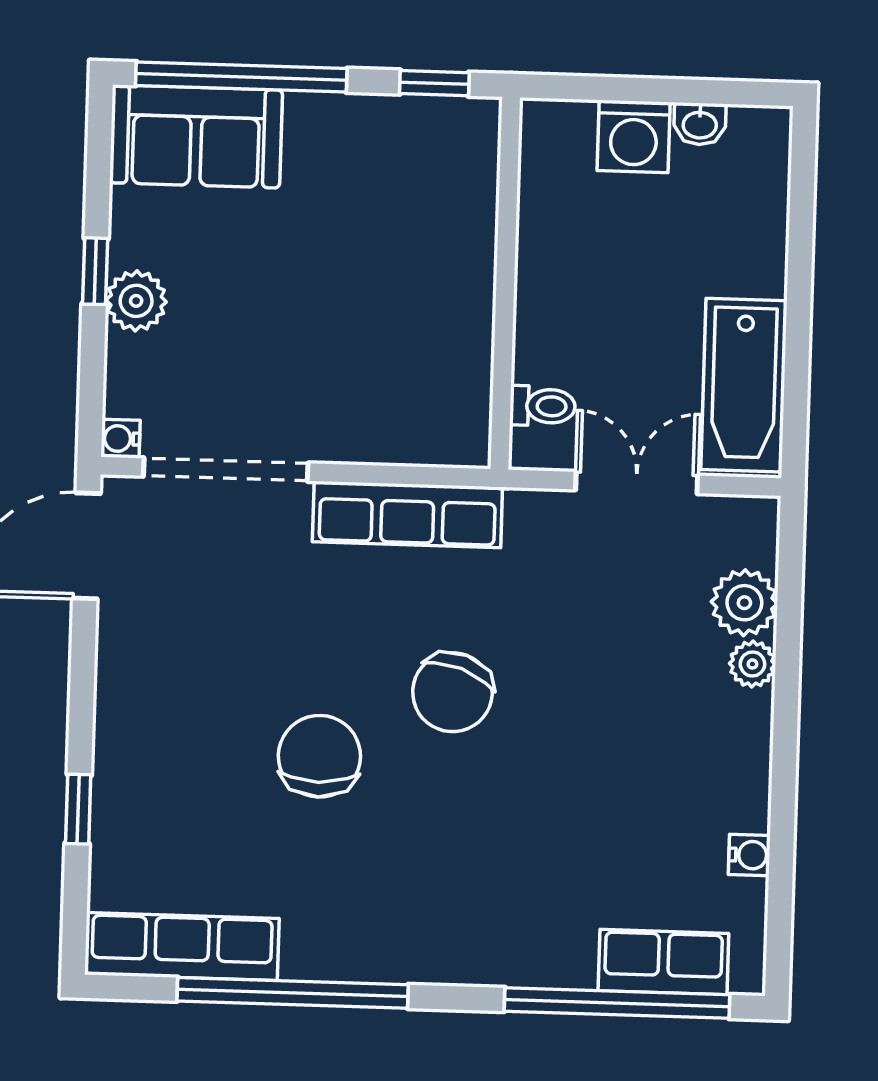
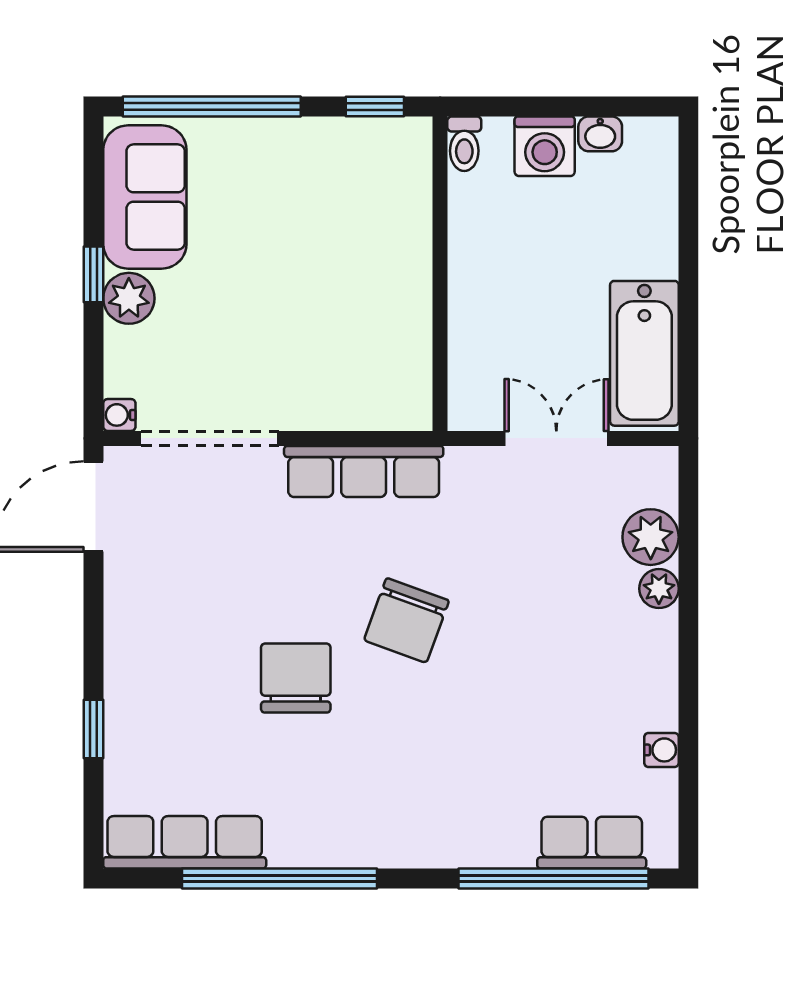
sofa: (196, 136) -> (145, 197), moved, turned -90
toilet: (543, 406) -> (464, 144), moved, turned 90

